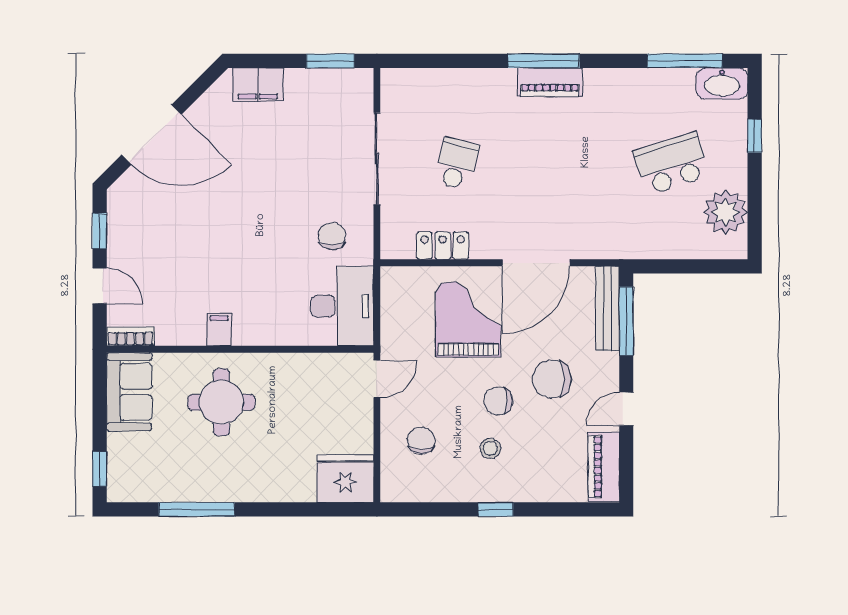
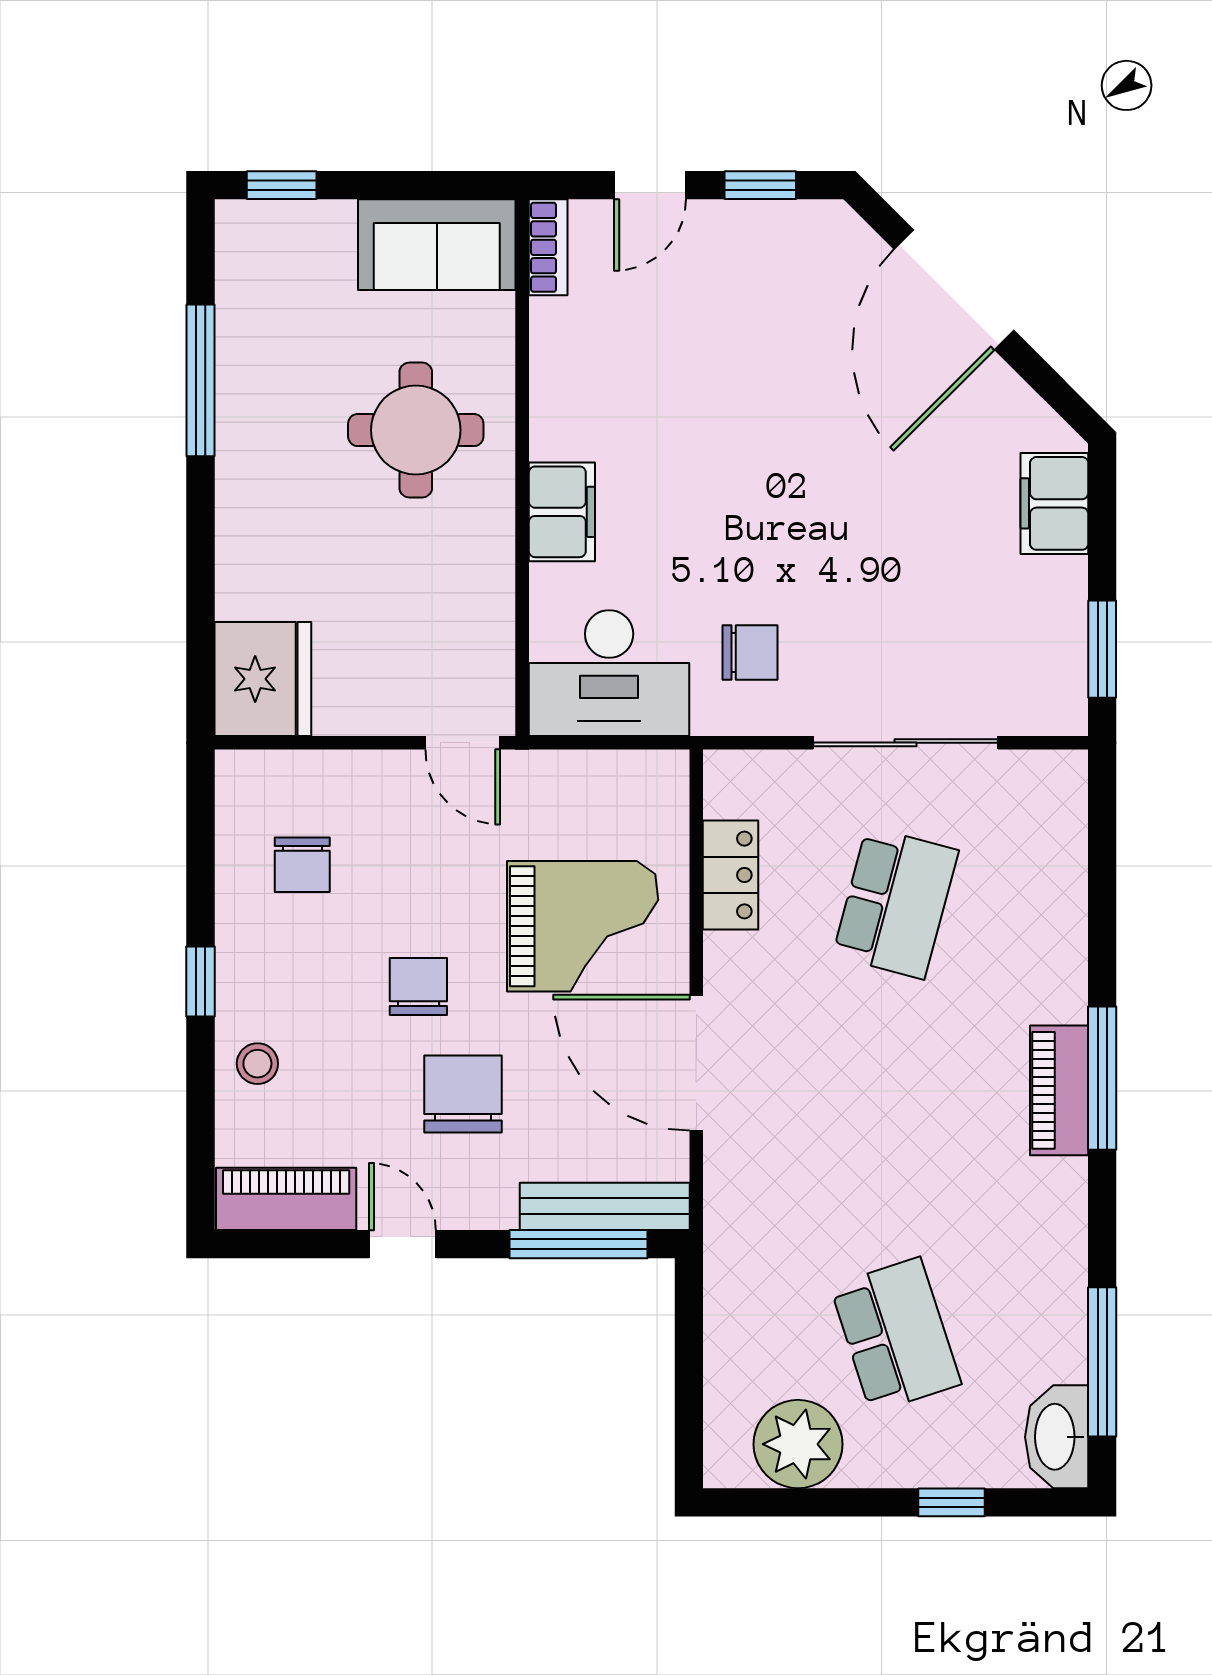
school desk: (456, 164) -> (896, 903), width x1.85
filing cabinet: (219, 330) -> (562, 512), moved, width x2.00
chair: (421, 441) -> (302, 865), moved, turned 90
stool: (490, 448) -> (257, 1064), moved

